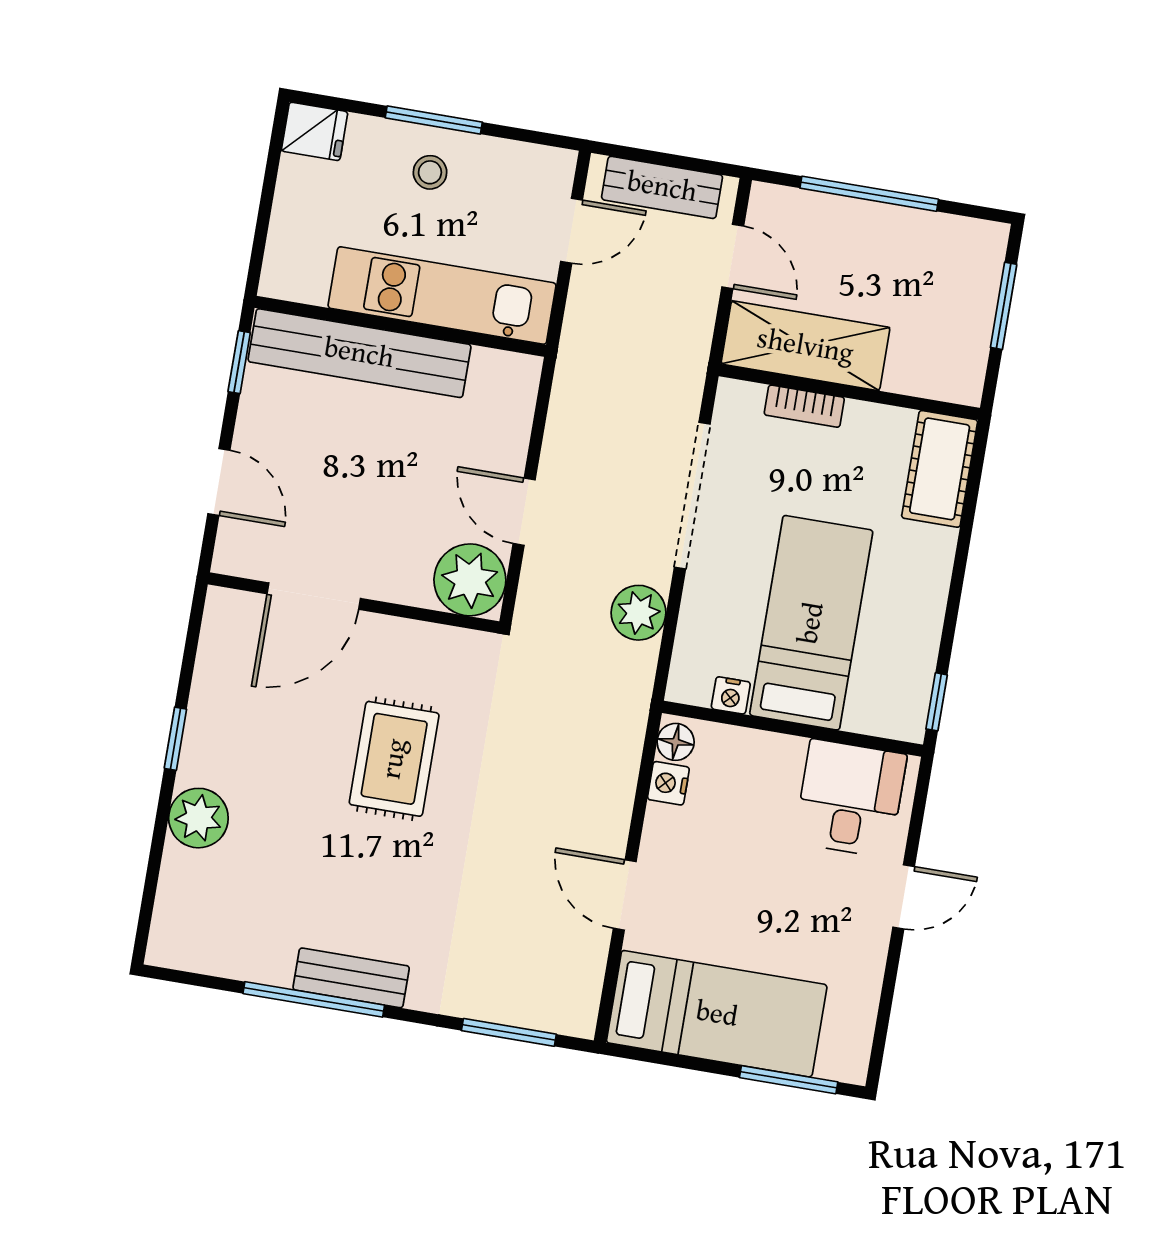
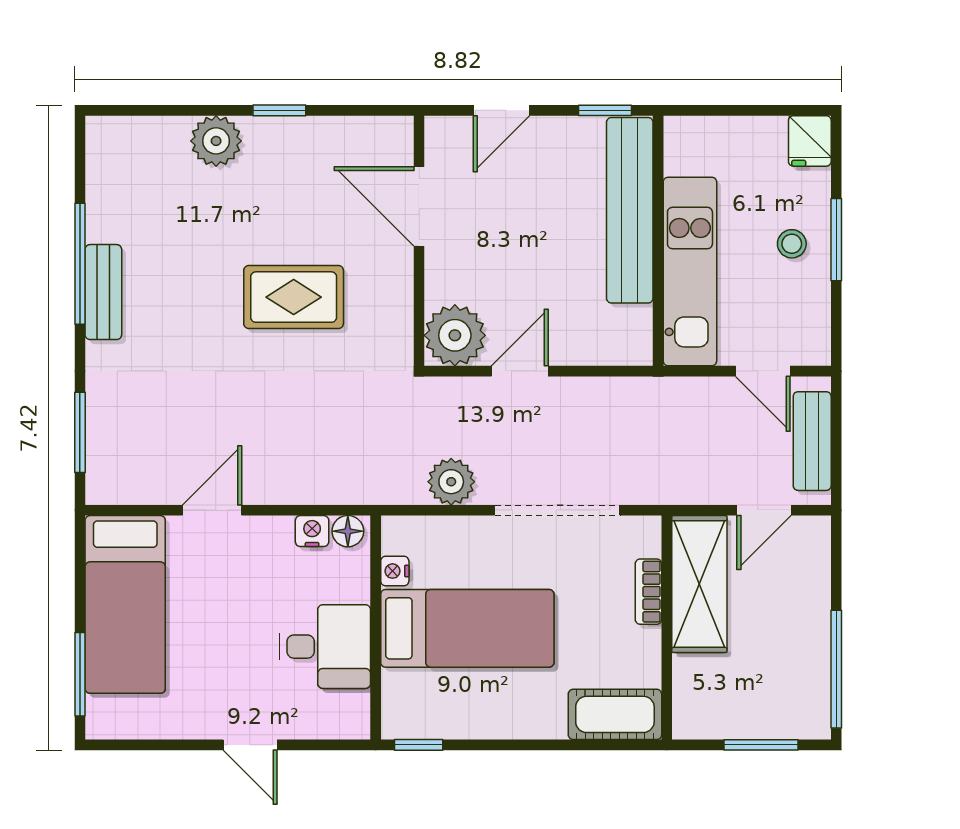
window: (869, 194) -> (836, 669), moved
desk: (850, 799) -> (325, 647), moved

